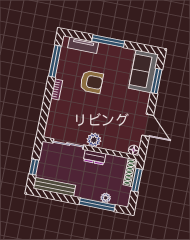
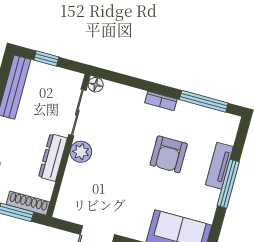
tv unit: (83, 45) -> (219, 166), moved
floor lamp: (134, 150) -> (96, 85), moved
dresser: (95, 157) -> (53, 158), width x1.44

